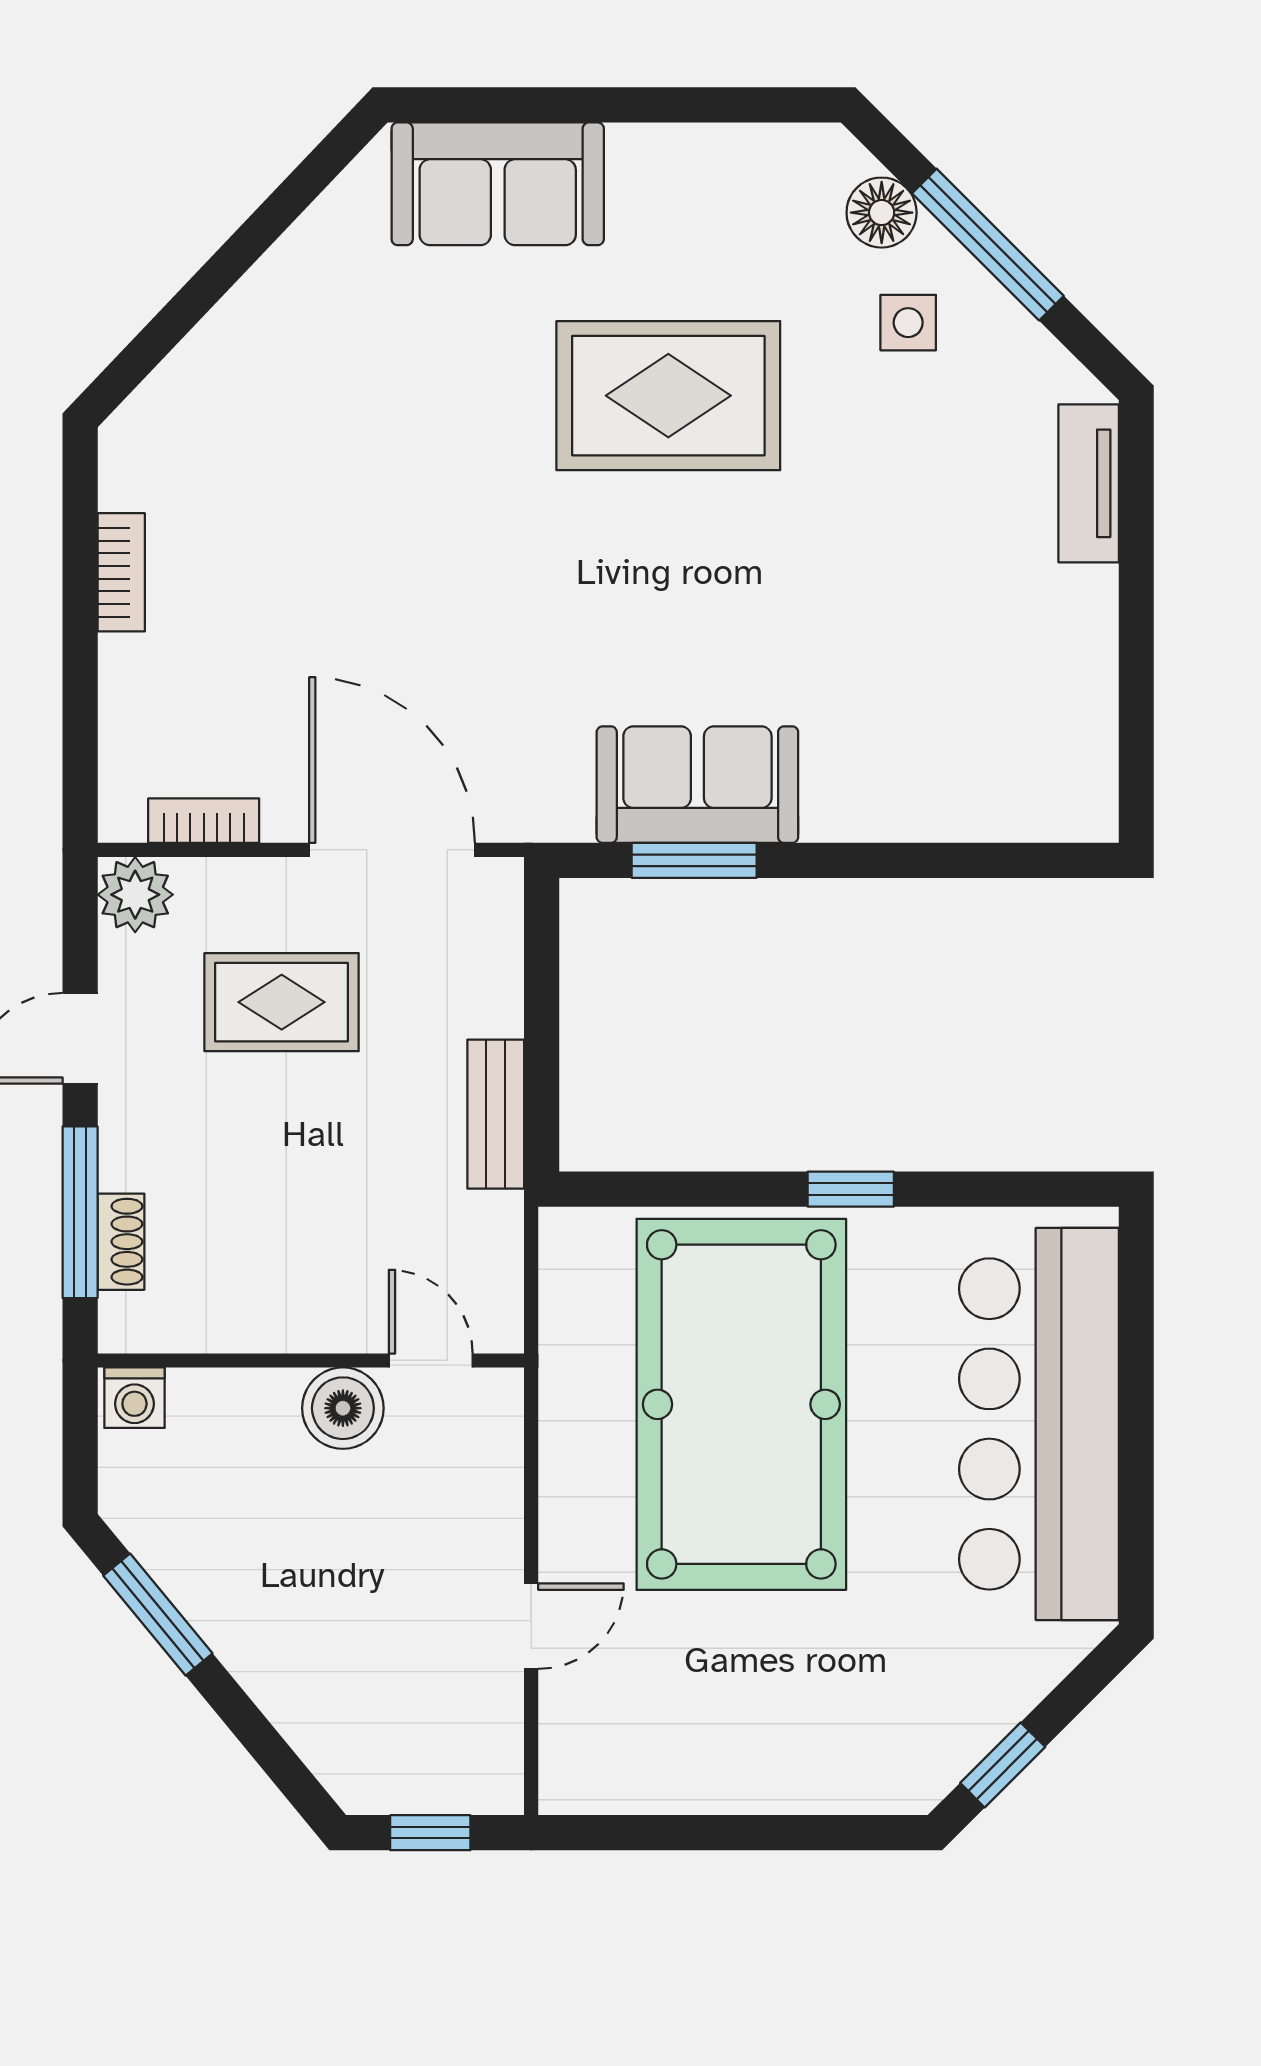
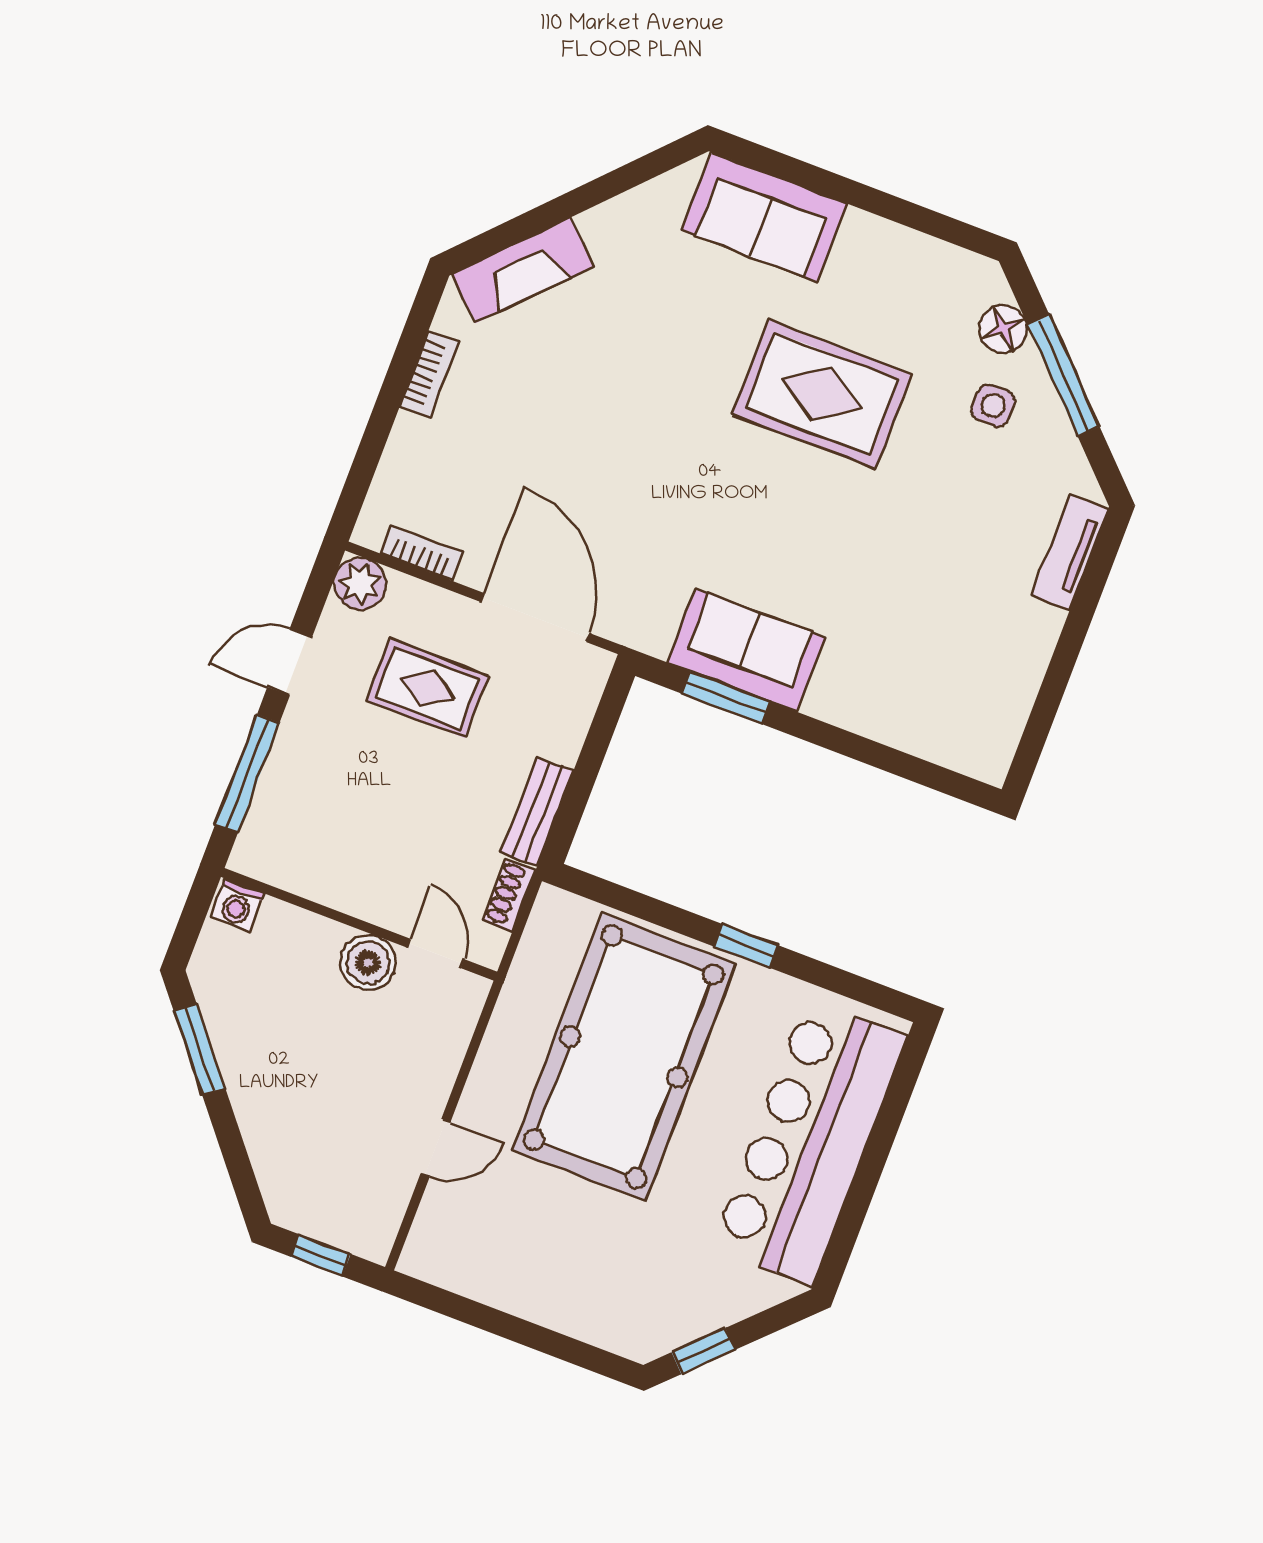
fireplace: (195, 382) -> (523, 270), added
shoe rack: (121, 1242) -> (509, 895), moved, turned 180

